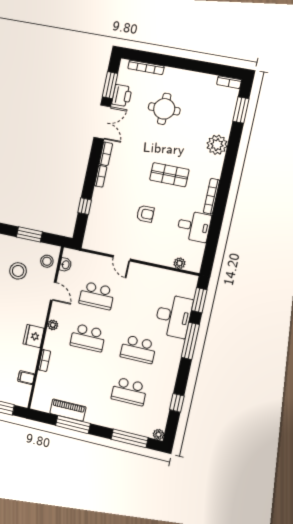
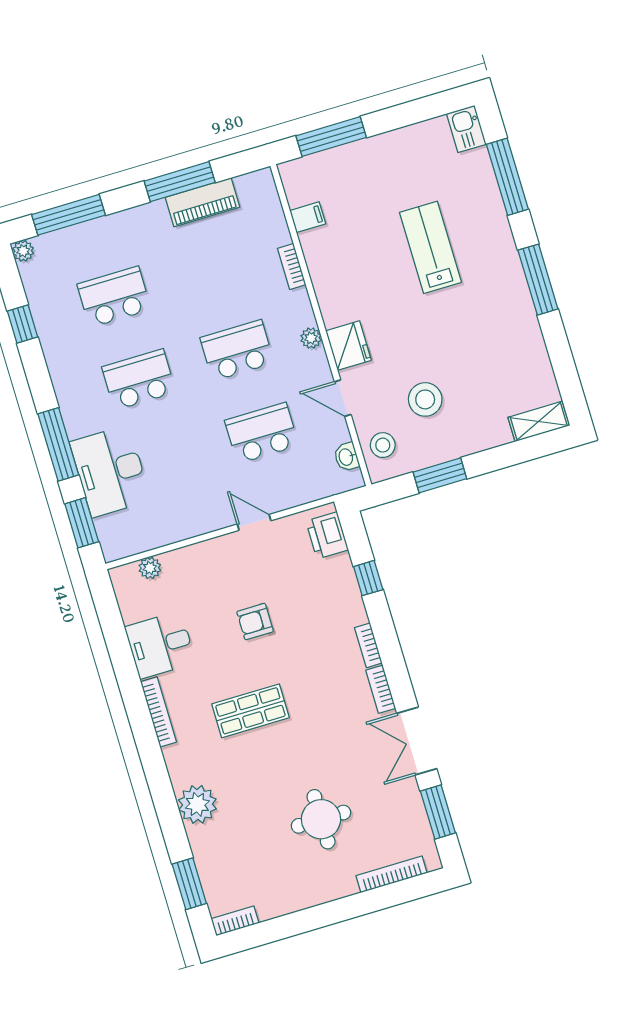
printer: (122, 96) -> (327, 535), moved
fridge: (34, 336) -> (348, 346), moved

